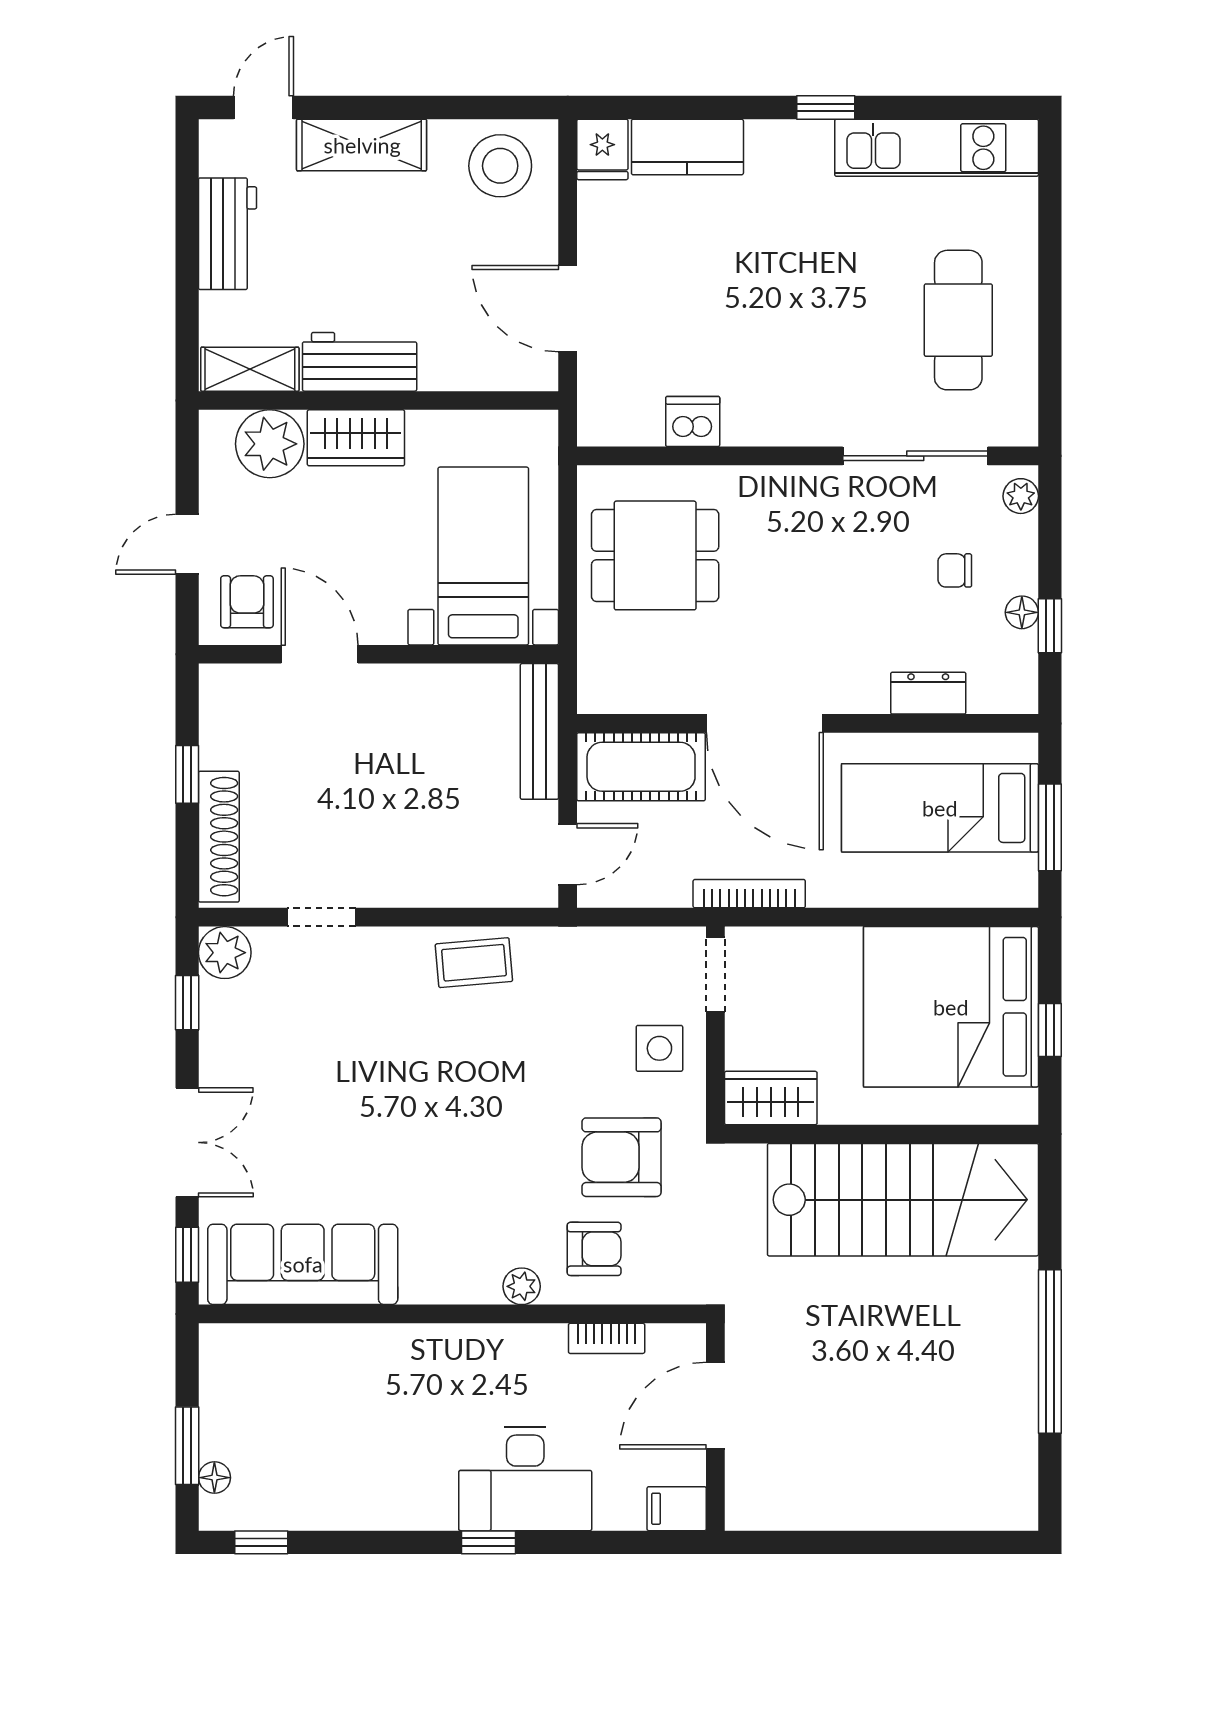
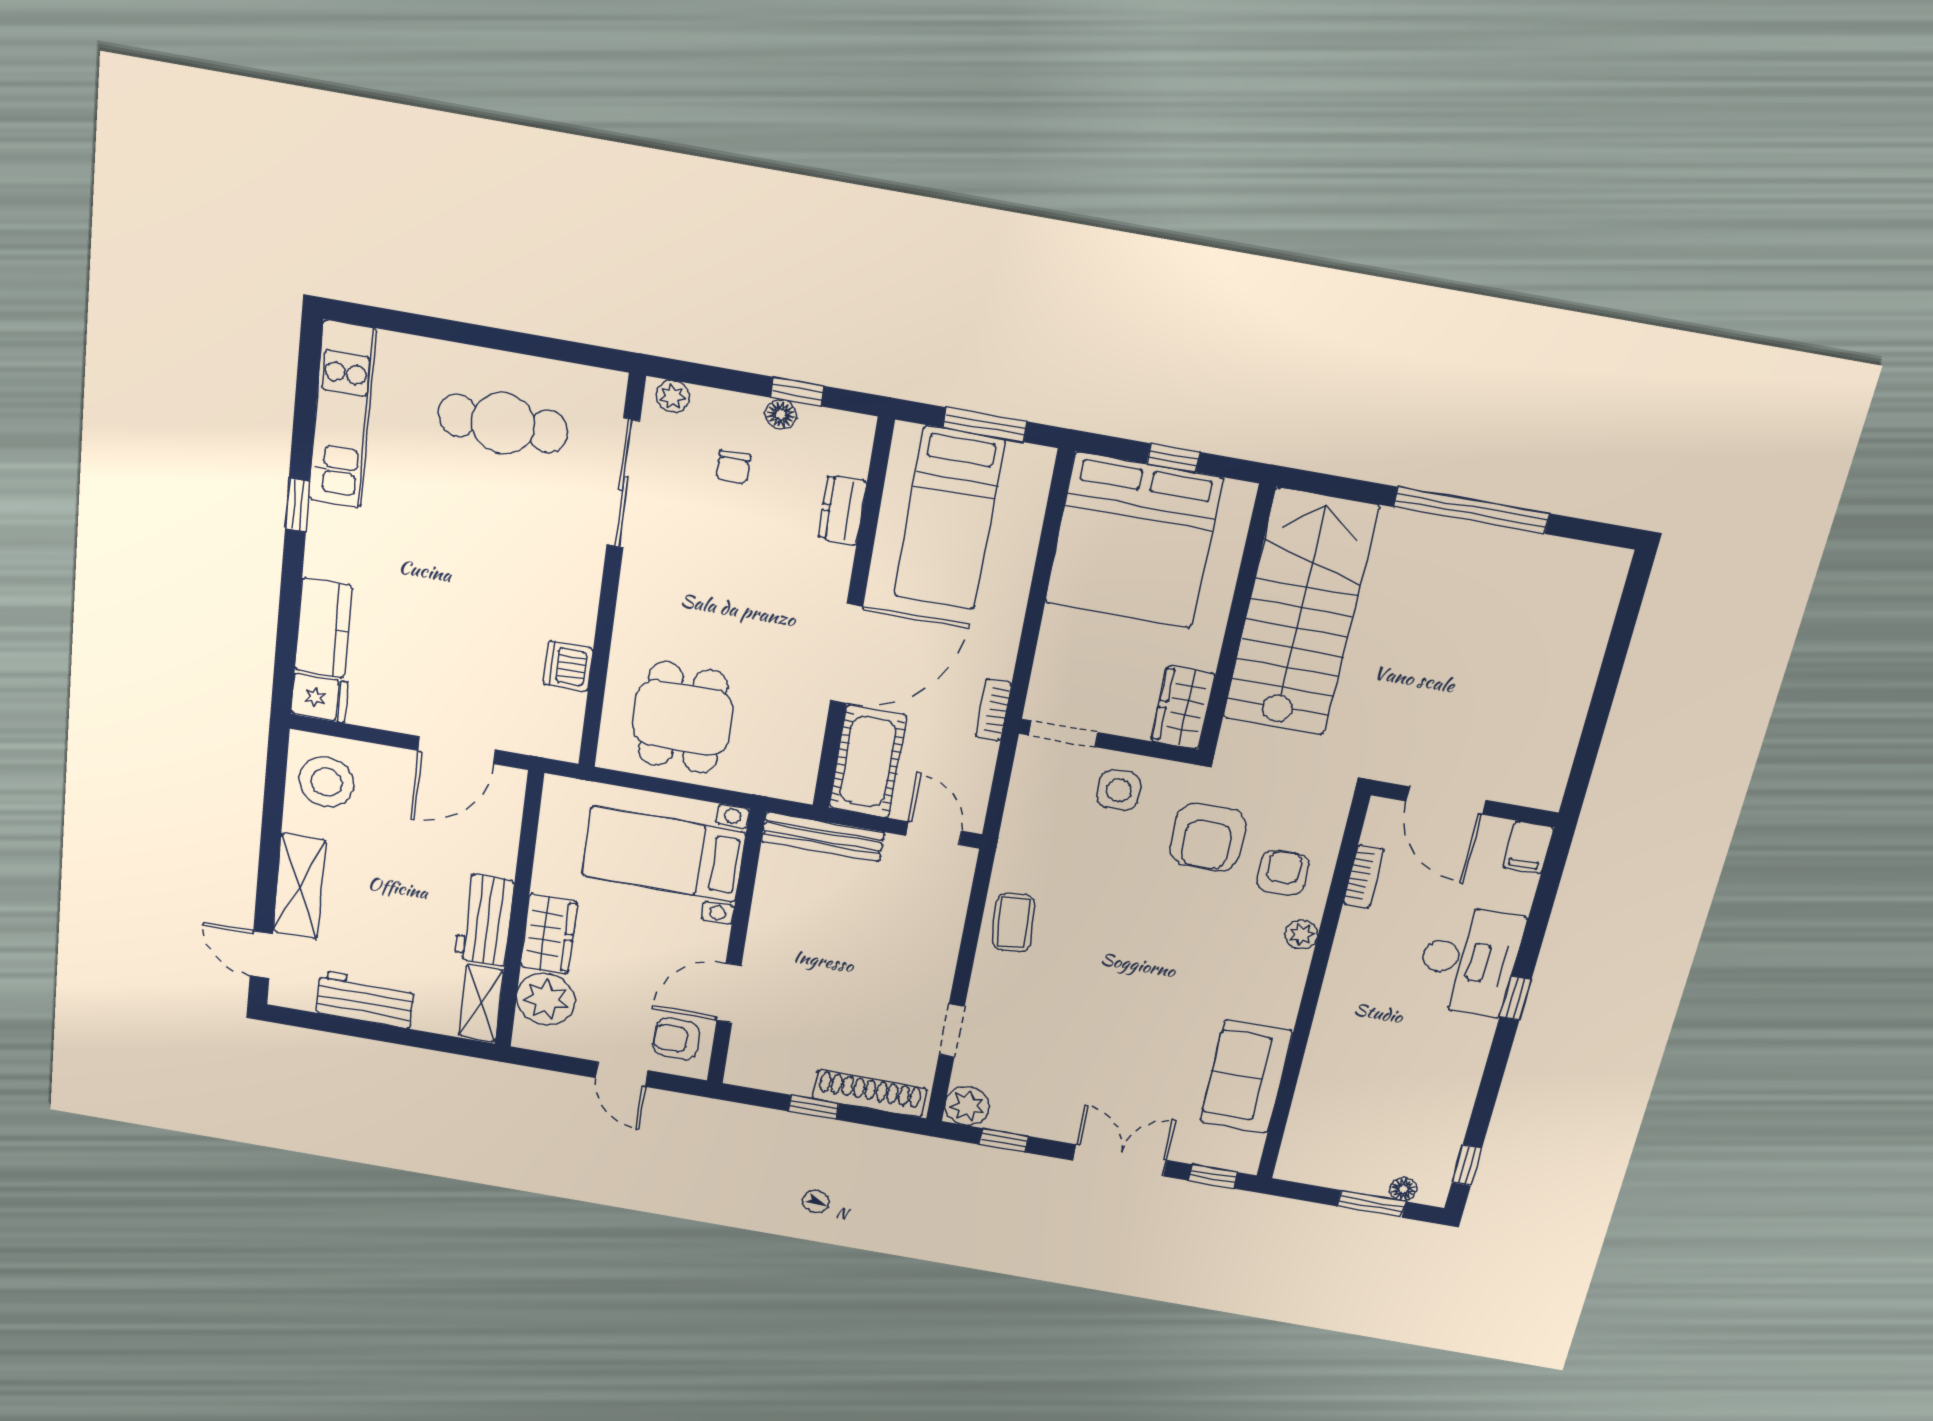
bookcase: (749, 894) -> (993, 710), width x0.64
sofa: (303, 1264) -> (1246, 1077), width x0.73

